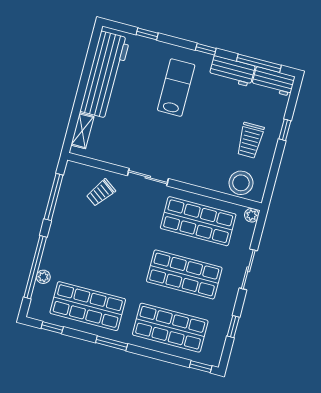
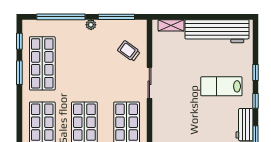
window: (147, 34) -> (255, 72), moved
lab bench: (176, 88) -> (221, 86), turned 180
plant: (43, 277) -> (91, 25), moved
window: (112, 343) -> (19, 73), moved

